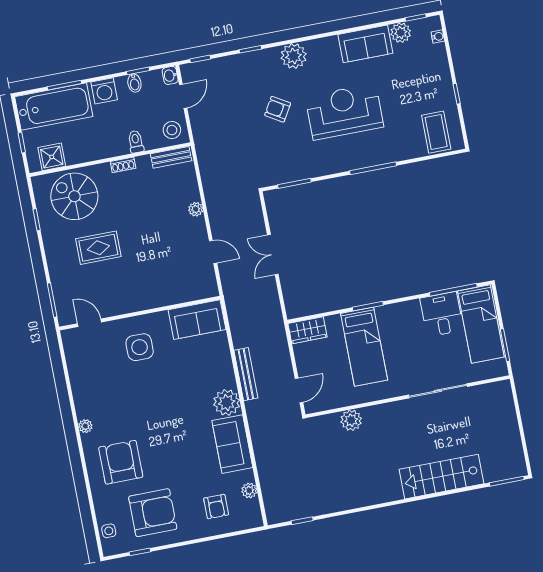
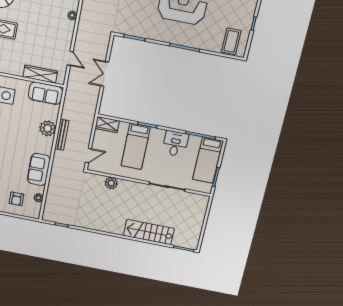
plant: (196, 209) -> (72, 15), moved
wardrobe: (178, 294) -> (40, 74), added
desk: (442, 314) -> (175, 144), moved
plant: (227, 402) -> (48, 128), moved

